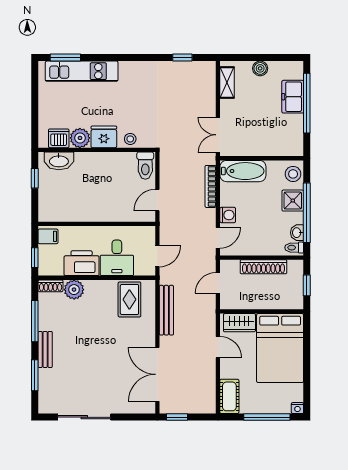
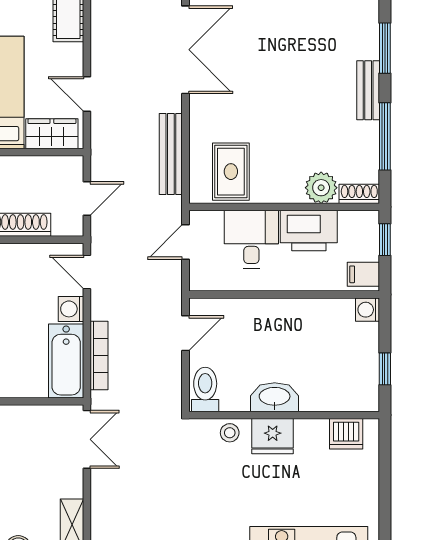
plant: (80, 138) -> (311, 434), removed
washbasin: (59, 161) -> (275, 397), moved
bathtub: (243, 171) -> (66, 361), moved, turned -90
washing machine: (45, 215) -> (368, 310), added
door: (218, 238) -> (87, 272), hinge flipped

